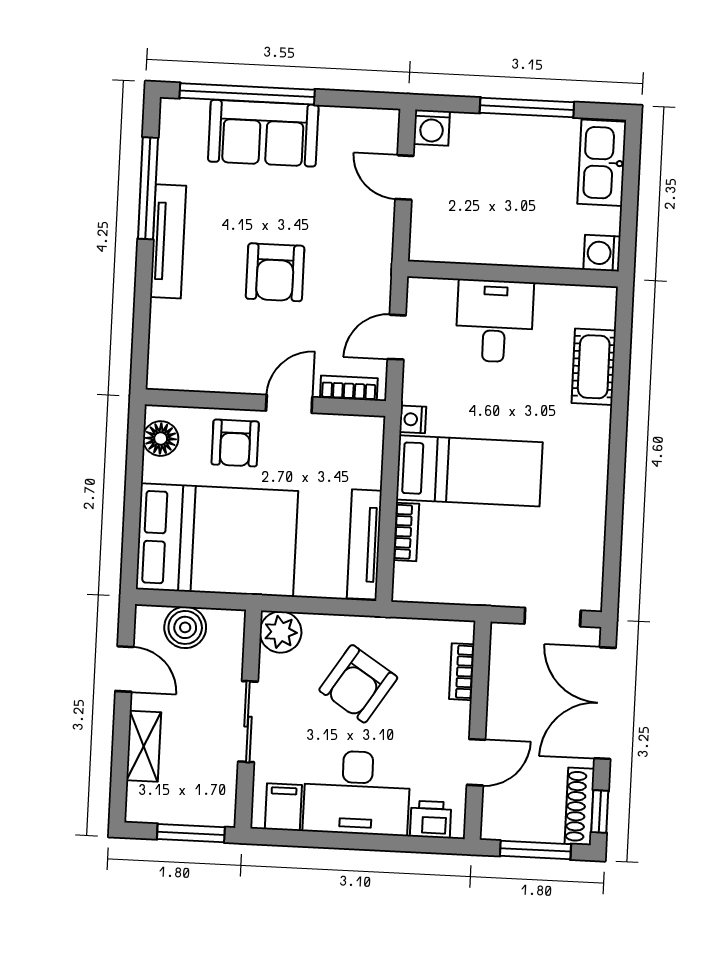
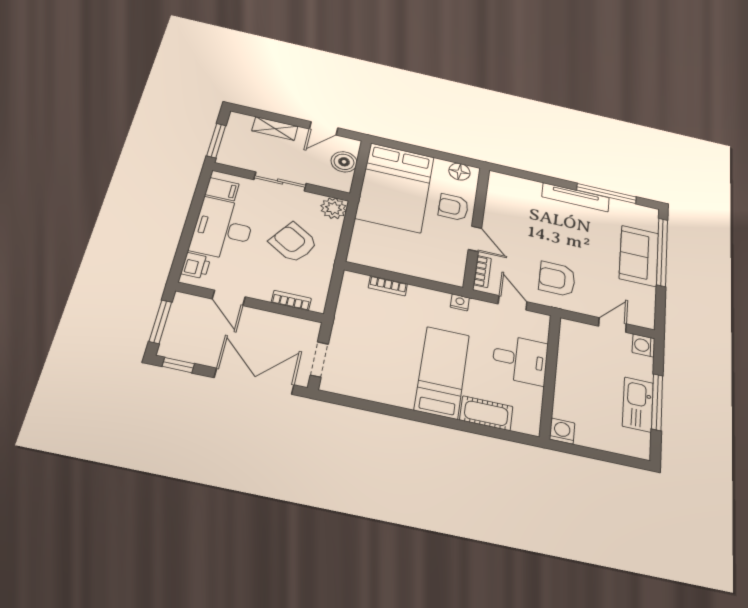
kitchen sink: (602, 163) -> (638, 404), moved, turned -90
armchair: (275, 272) -> (557, 279), moved
bed: (469, 471) -> (442, 372), moved, turned 180
tv unit: (364, 544) -> (383, 262), removed
shoe rack: (580, 806) -> (185, 353), removed

